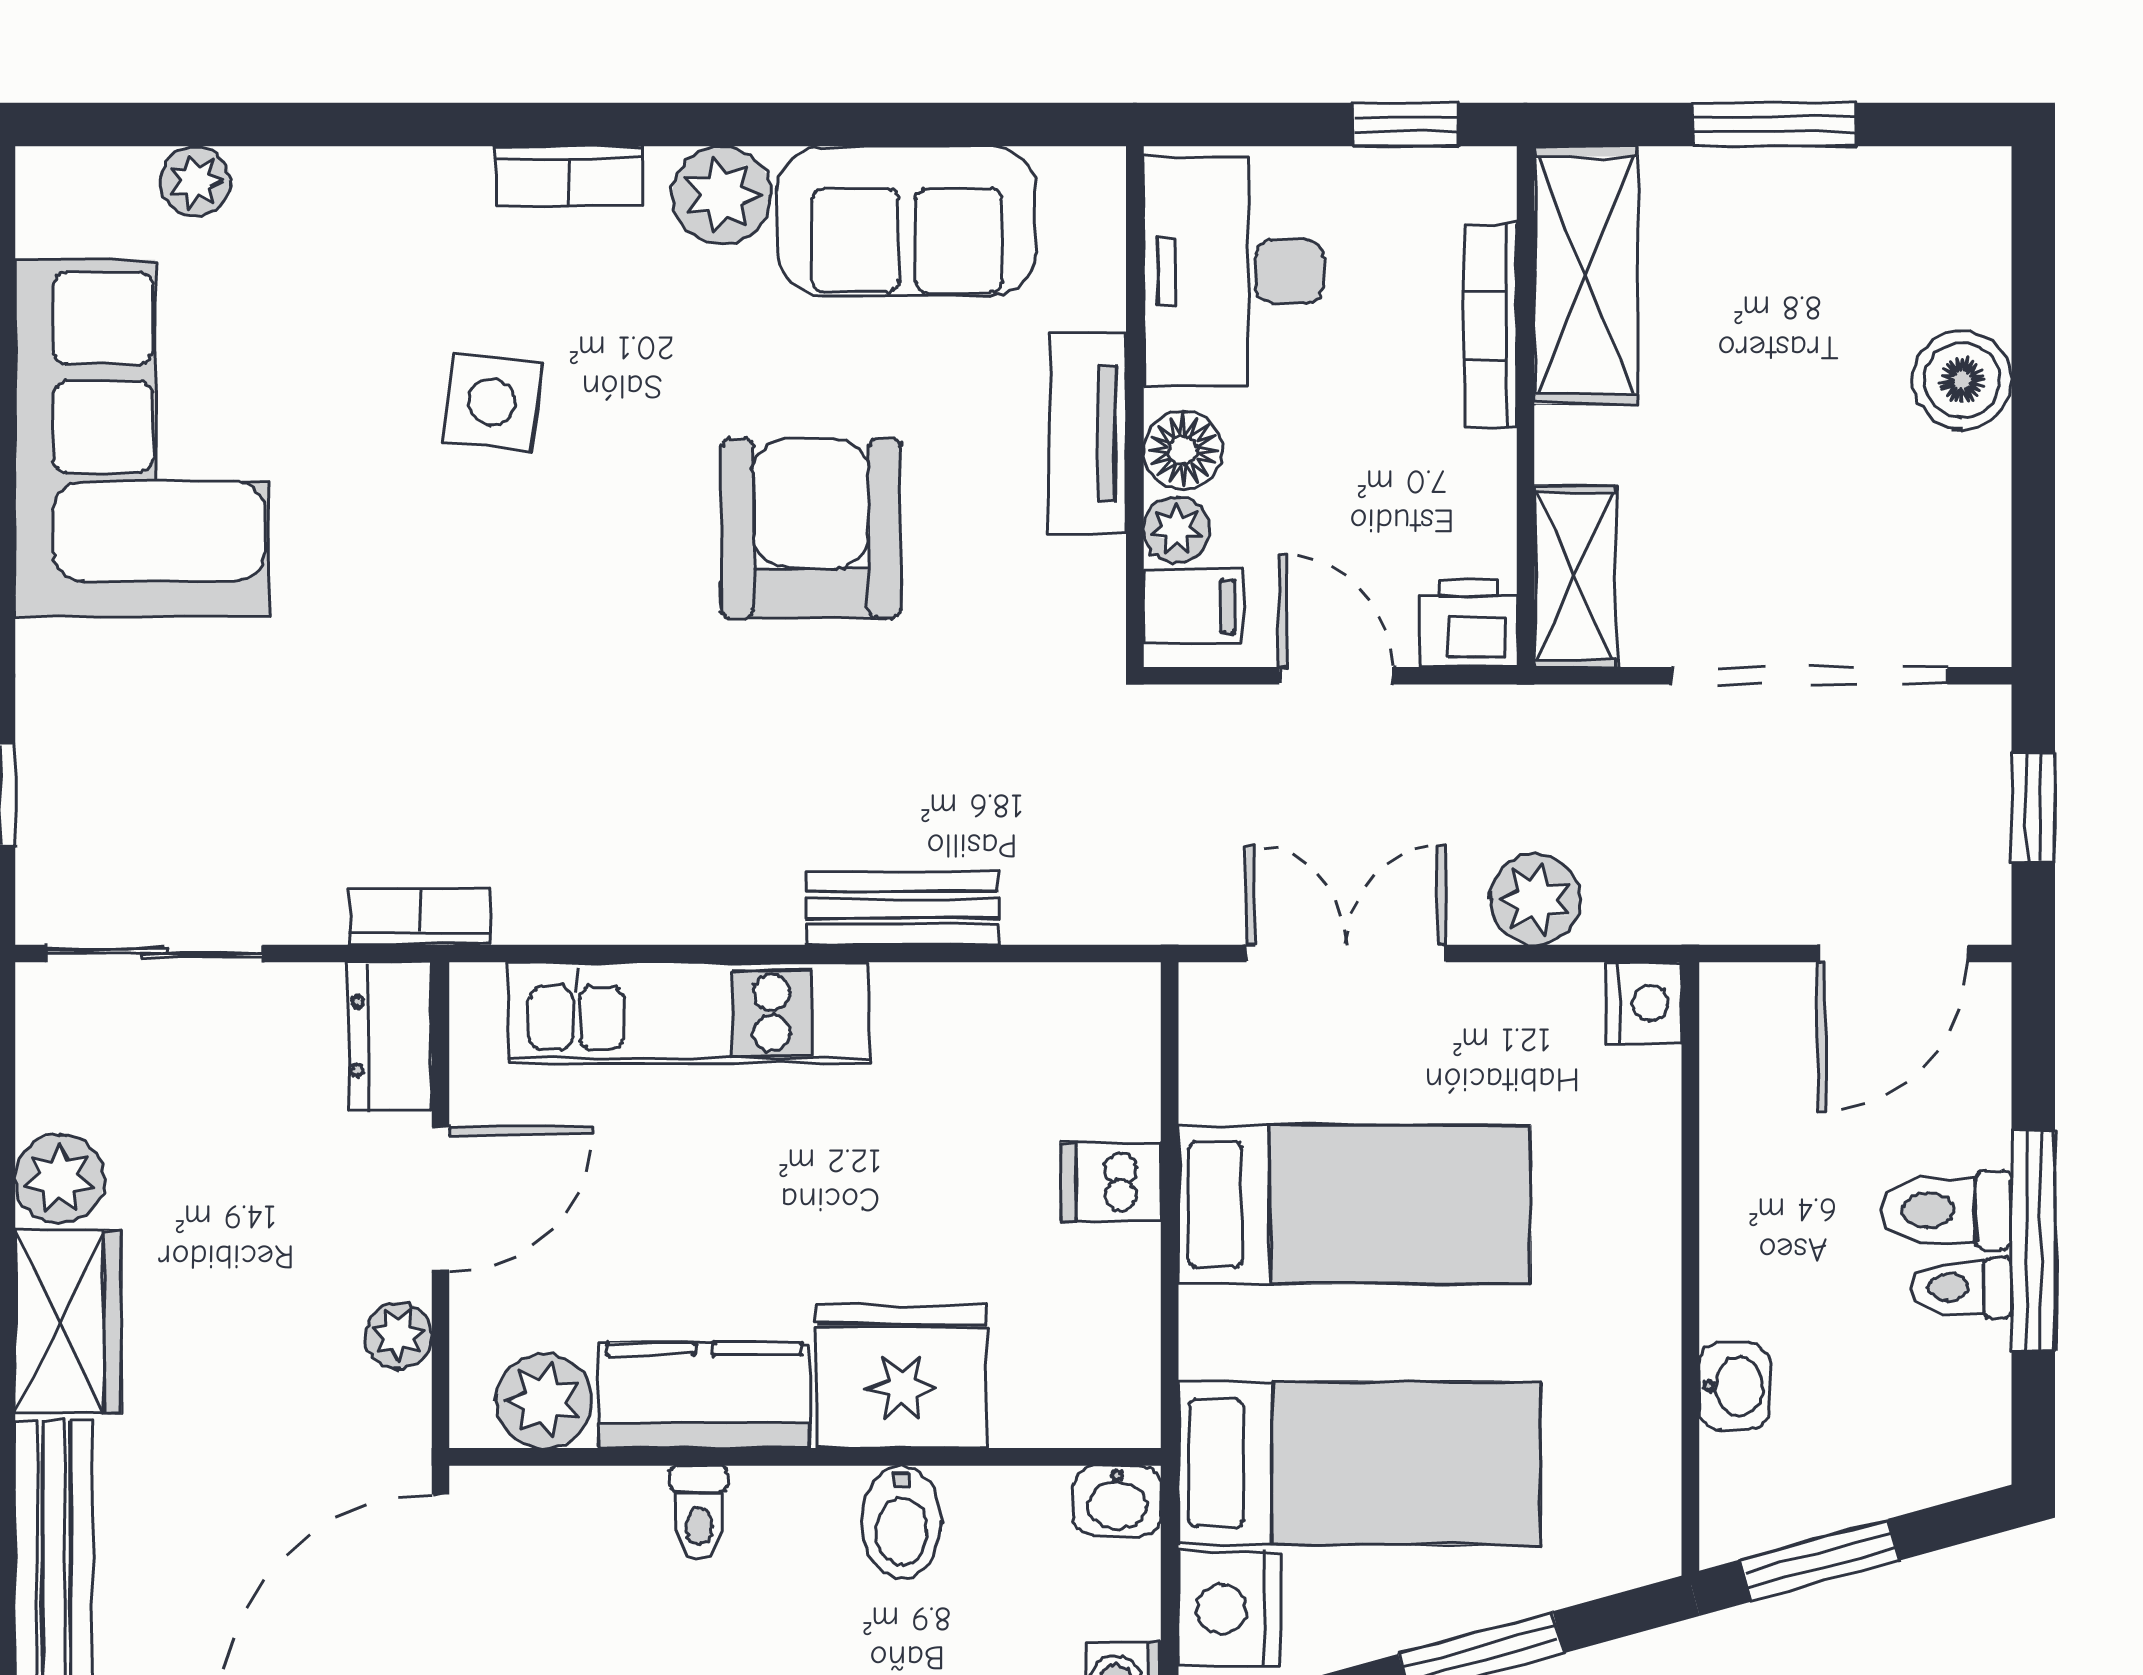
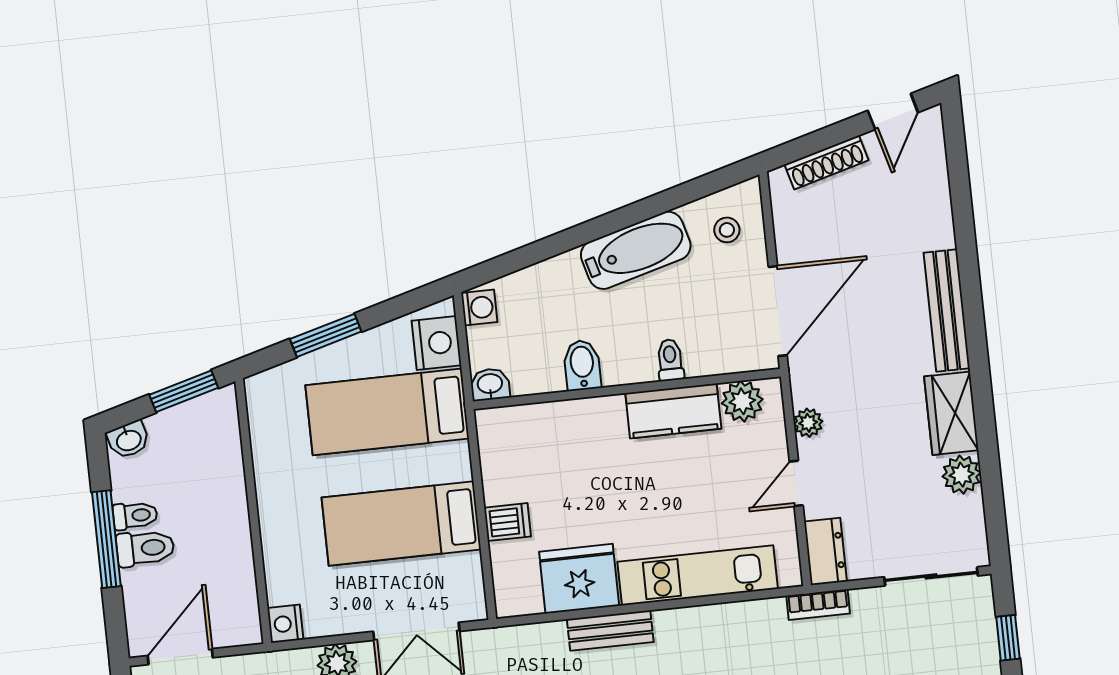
door: (440, 1199) -> (796, 483), width x0.73
fridge: (901, 1376) -> (579, 579), moved, turned 180
washbasin: (1734, 1386) -> (129, 440), moved, turned -105

